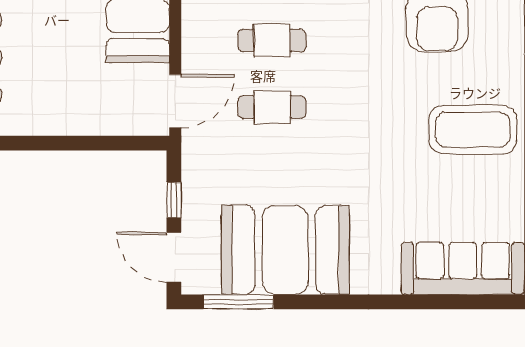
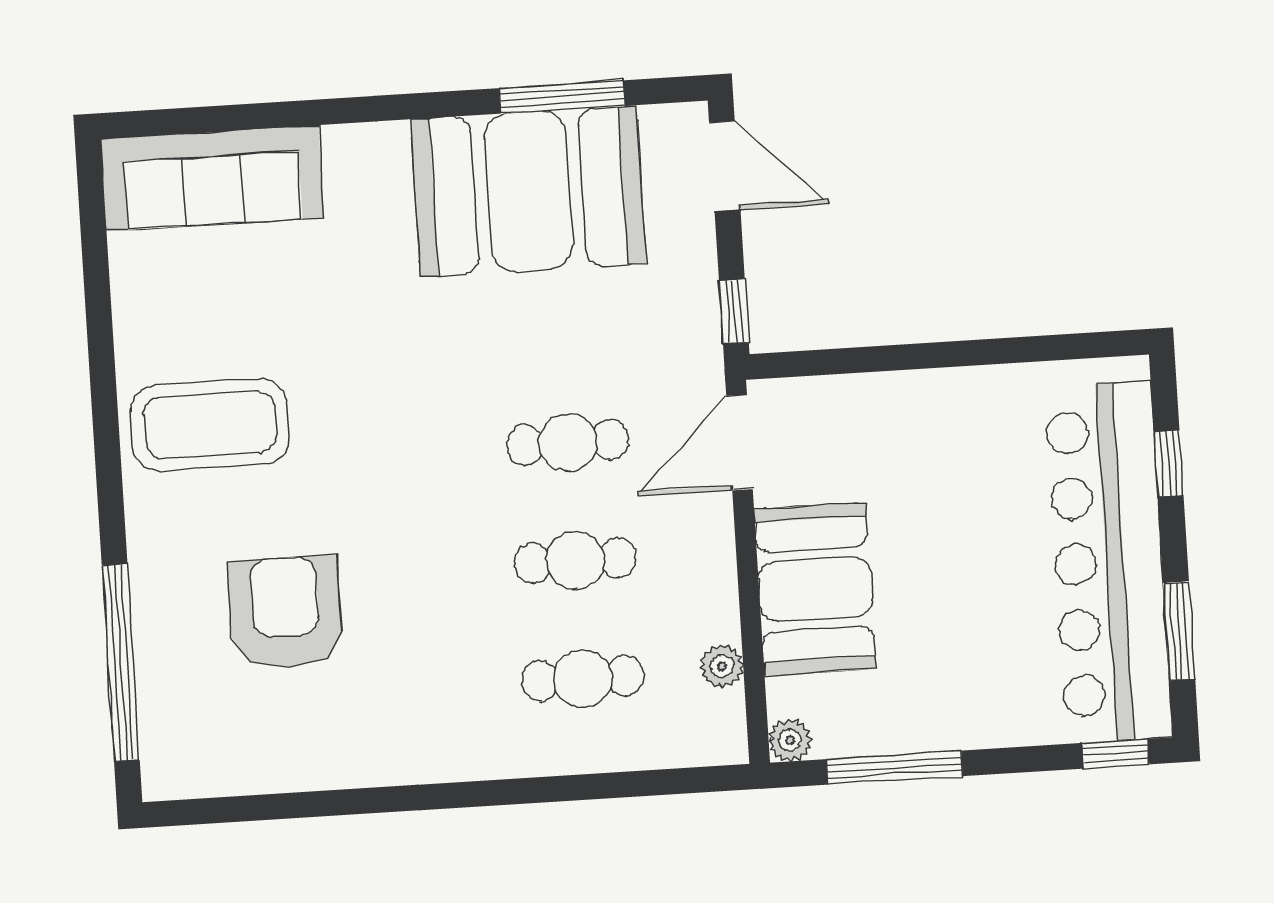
window: (174, 200) -> (734, 311), moved
window: (238, 302) -> (562, 97), moved

